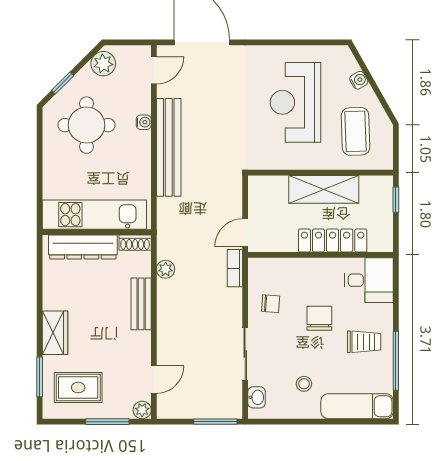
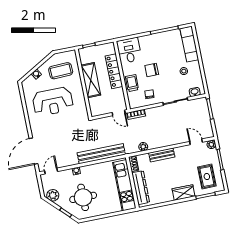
door: (154, 70) -> (51, 171), hinge flipped
bench: (169, 147) -> (101, 154), moved
trolley: (364, 342) -> (132, 83), moved

